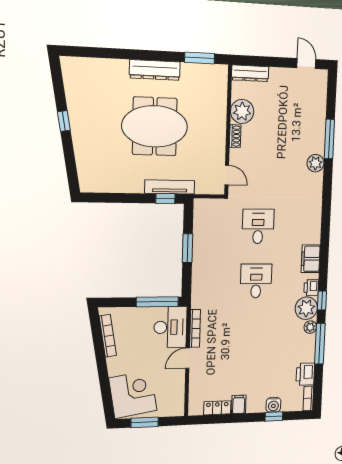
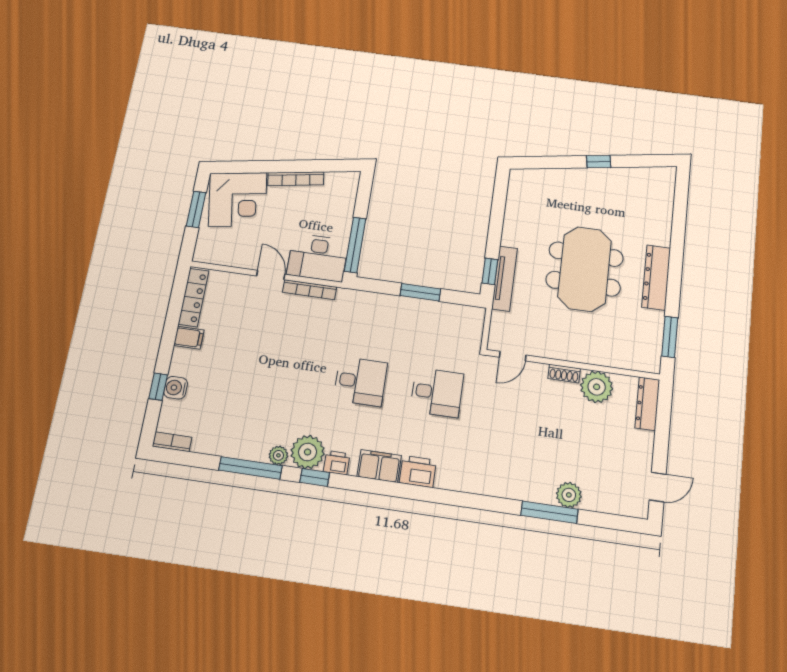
plant: (316, 163) -> (569, 495), moved
bookcase: (108, 336) -> (296, 179), moved
printer: (305, 374) -> (418, 471), moved
locker: (217, 408) -> (194, 297), width x1.53

